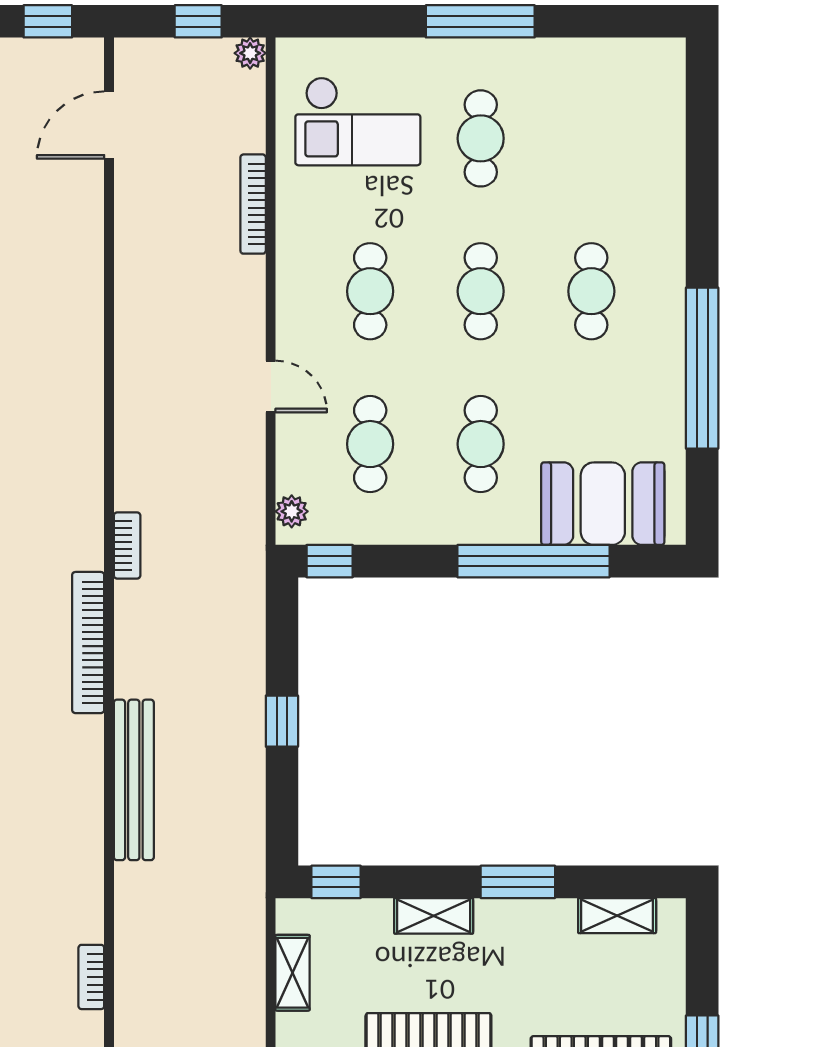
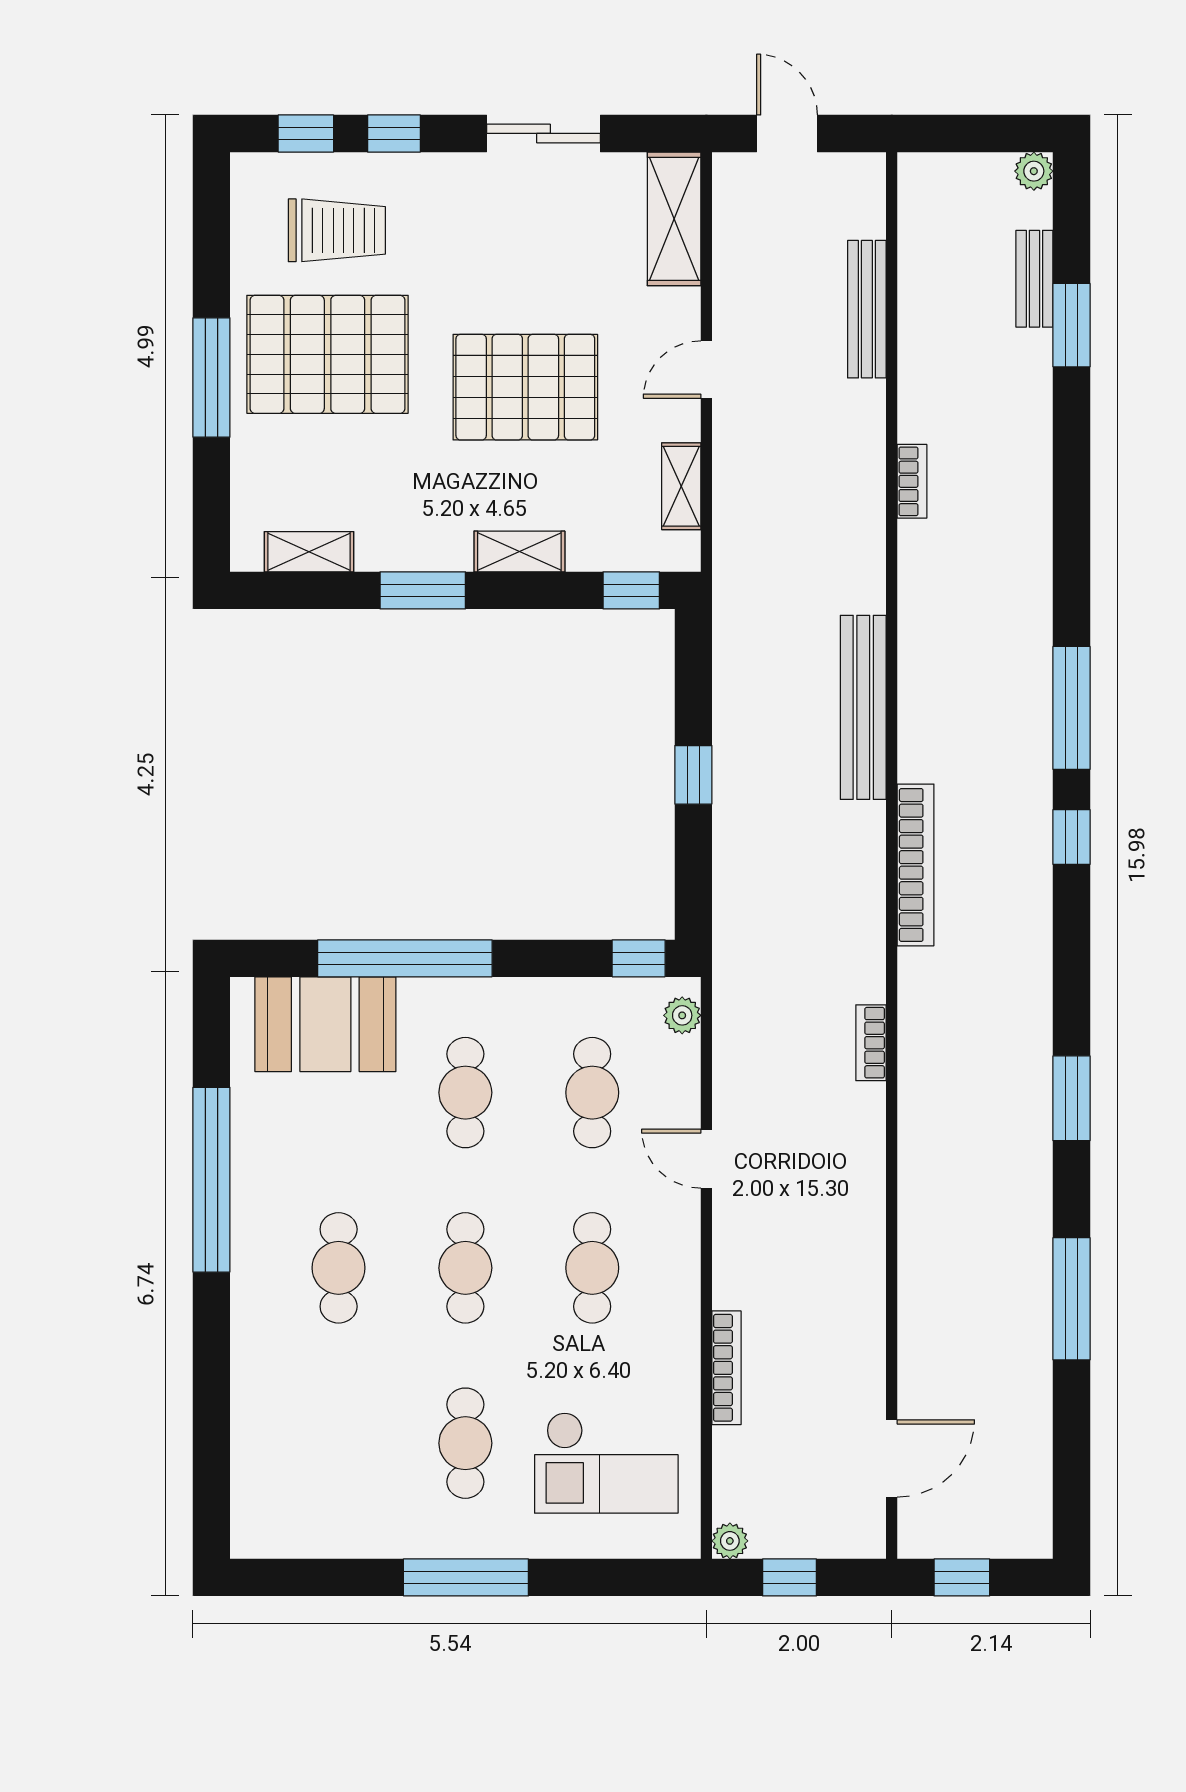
checkout: (358, 121) -> (606, 1463), turned 180
bookcase: (127, 545) -> (871, 1043), moved

